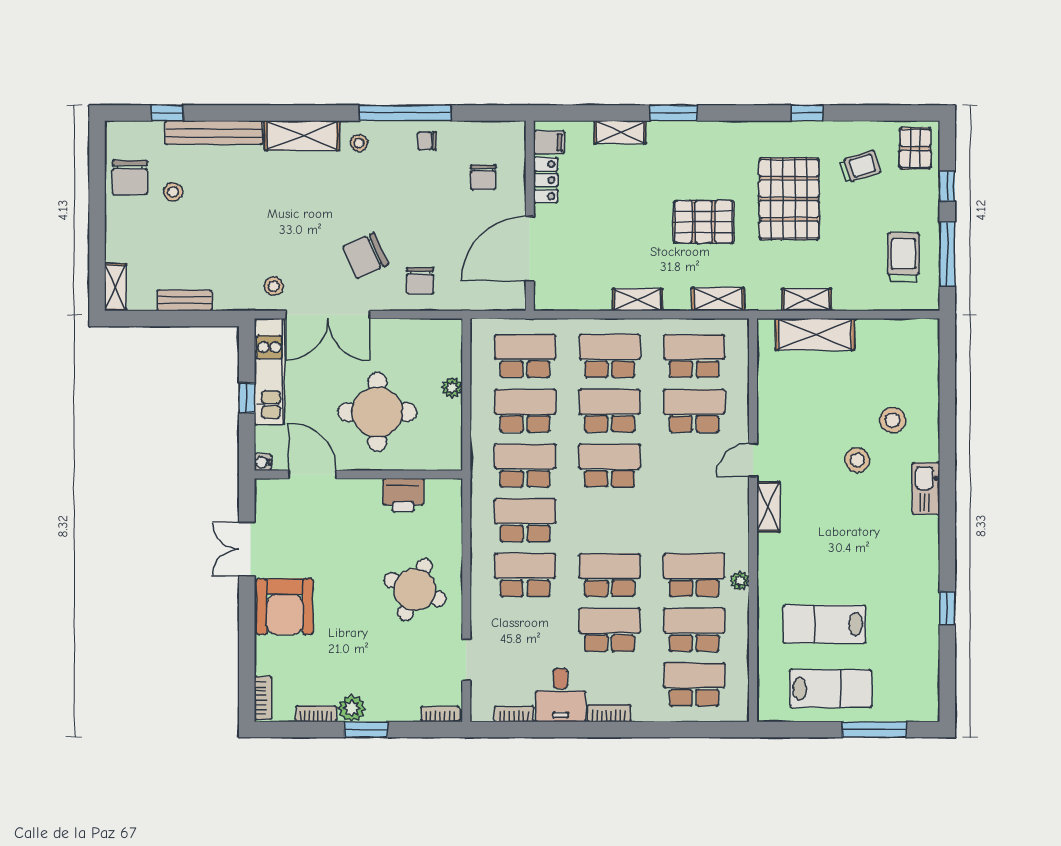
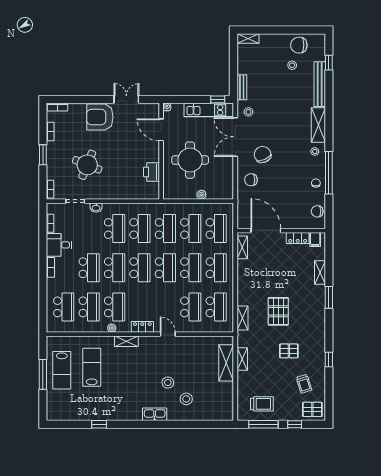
chair: (483, 177) -> (317, 211), moved
pallet: (789, 199) -> (289, 351), width x0.49, depth x0.50
bench: (184, 300) -> (242, 87), moved
shelving: (637, 300) -> (242, 247), moved
window: (247, 398) -> (218, 99), moved
door: (312, 475) -> (161, 130), swing flipped
shelving: (768, 507) -> (126, 341), moved
locker: (737, 515) -> (142, 327), added
school desk: (610, 520) -> (140, 268), added
round table: (415, 590) -> (87, 165), moved
washbasin: (480, 615) -> (96, 208), added
plant: (352, 708) -> (53, 148), removed
window: (874, 730) -> (43, 374), moved

